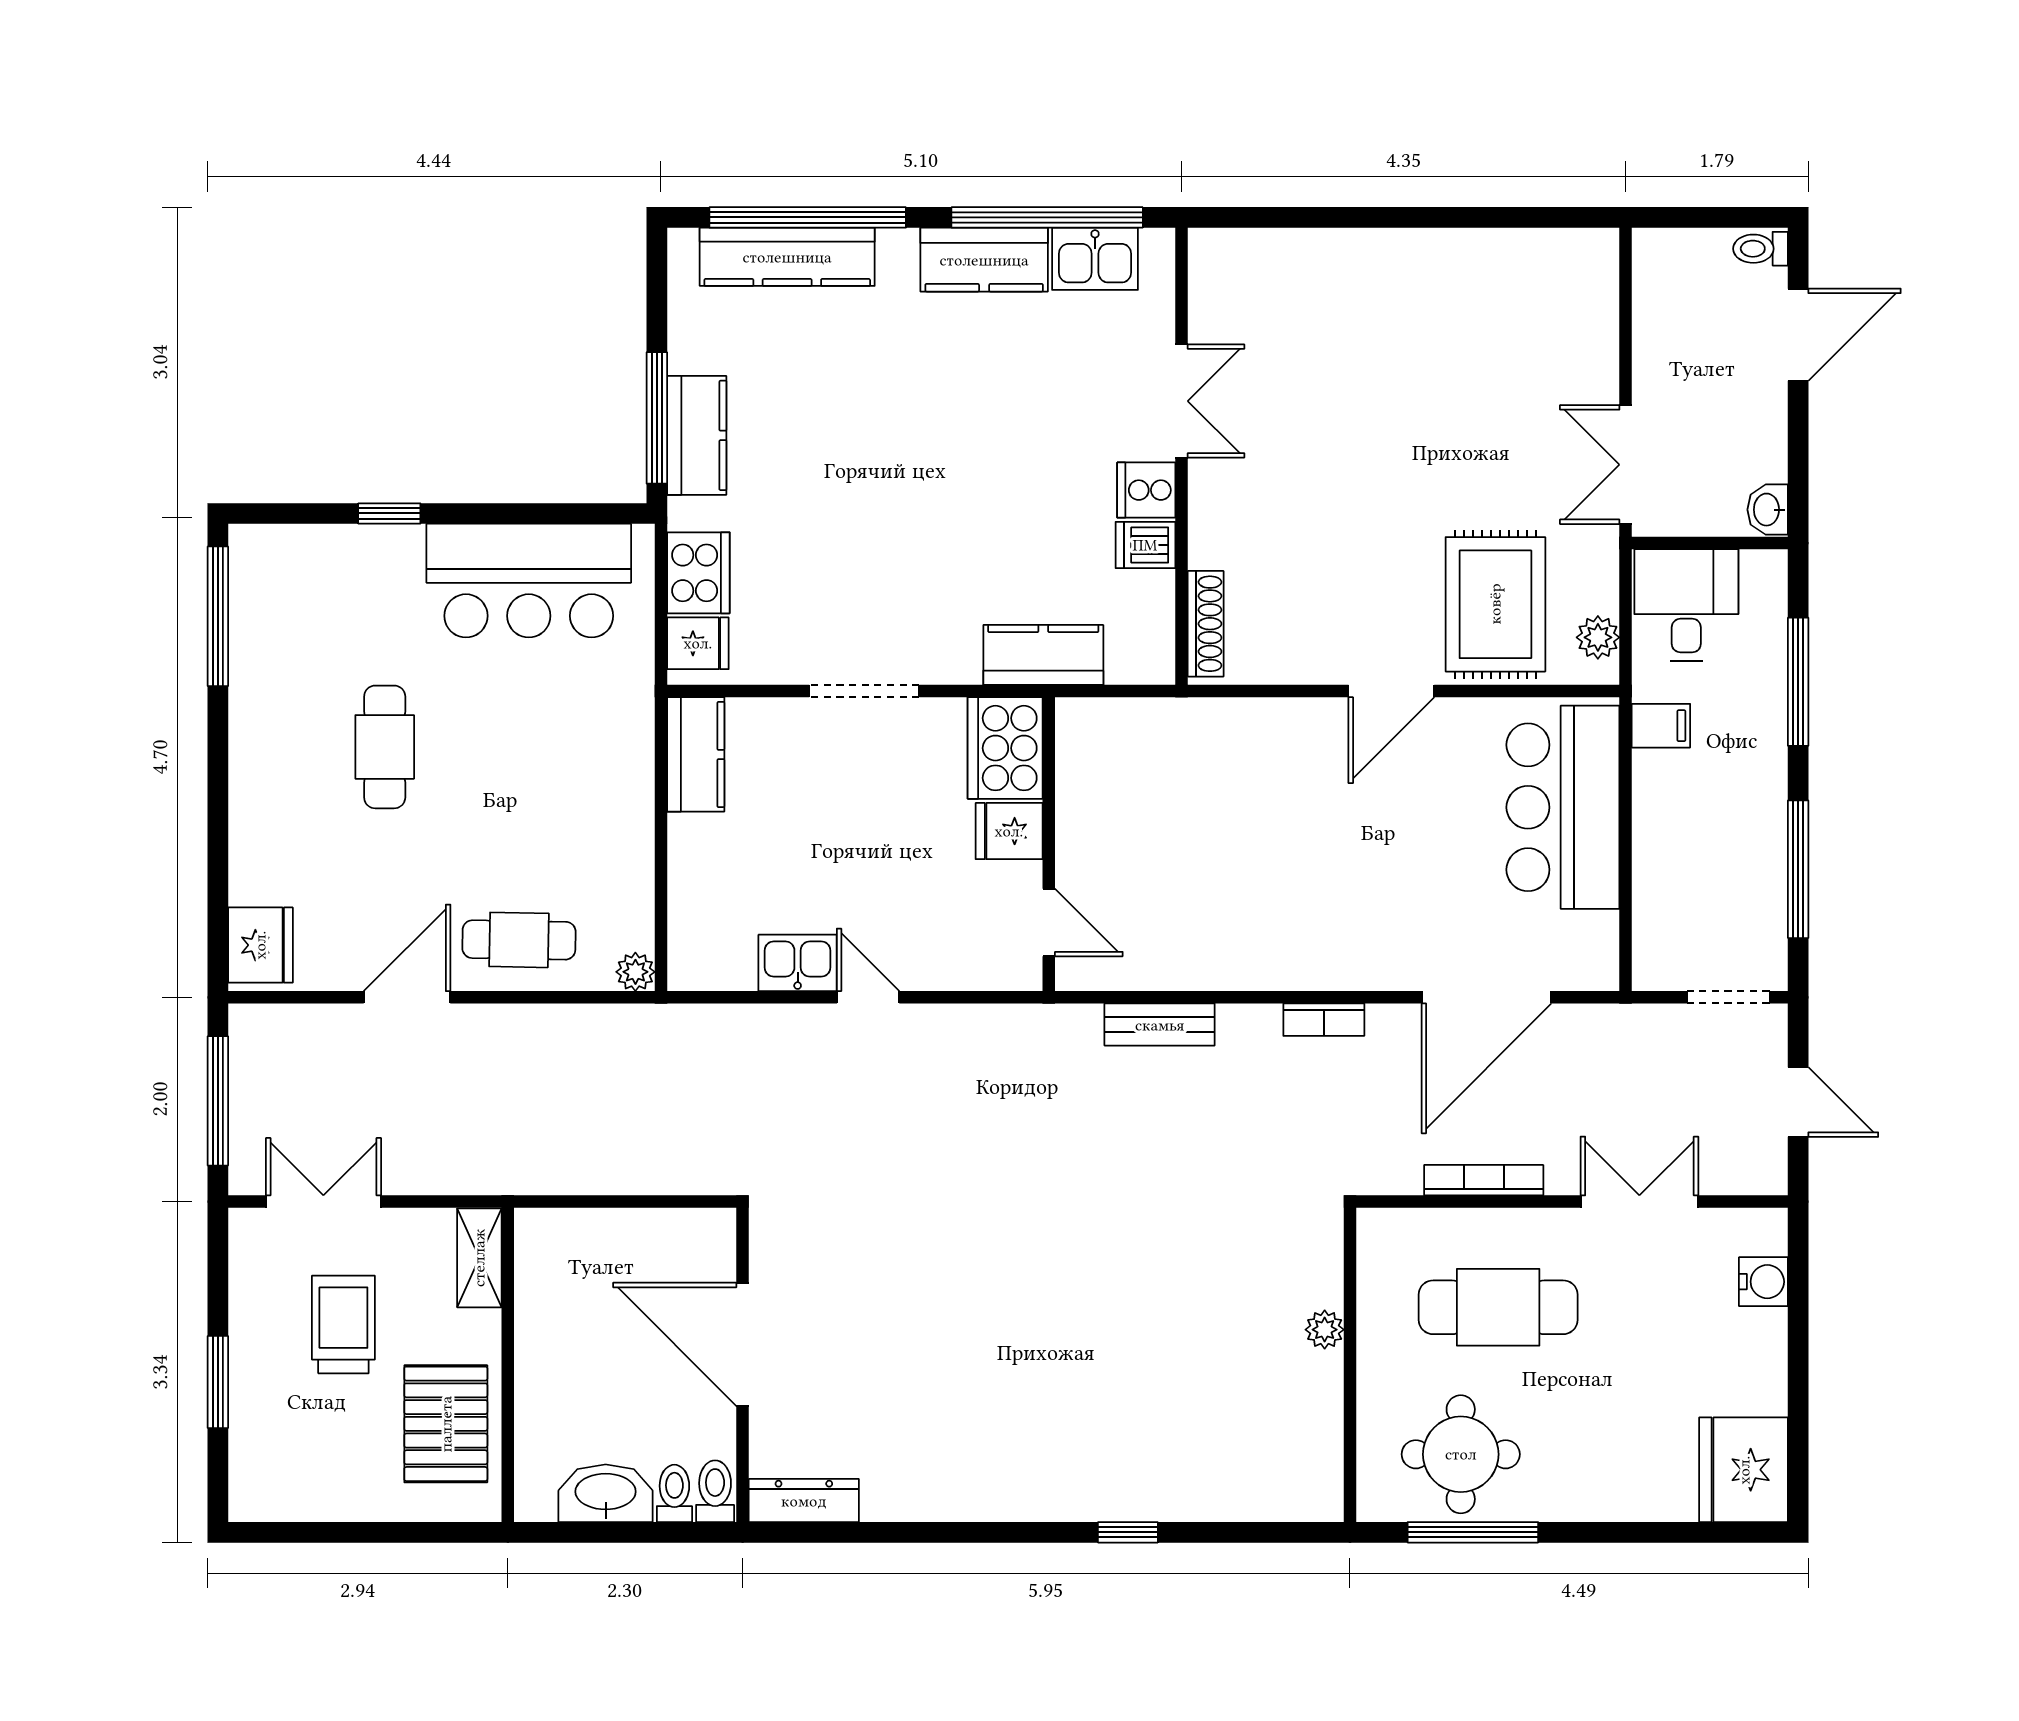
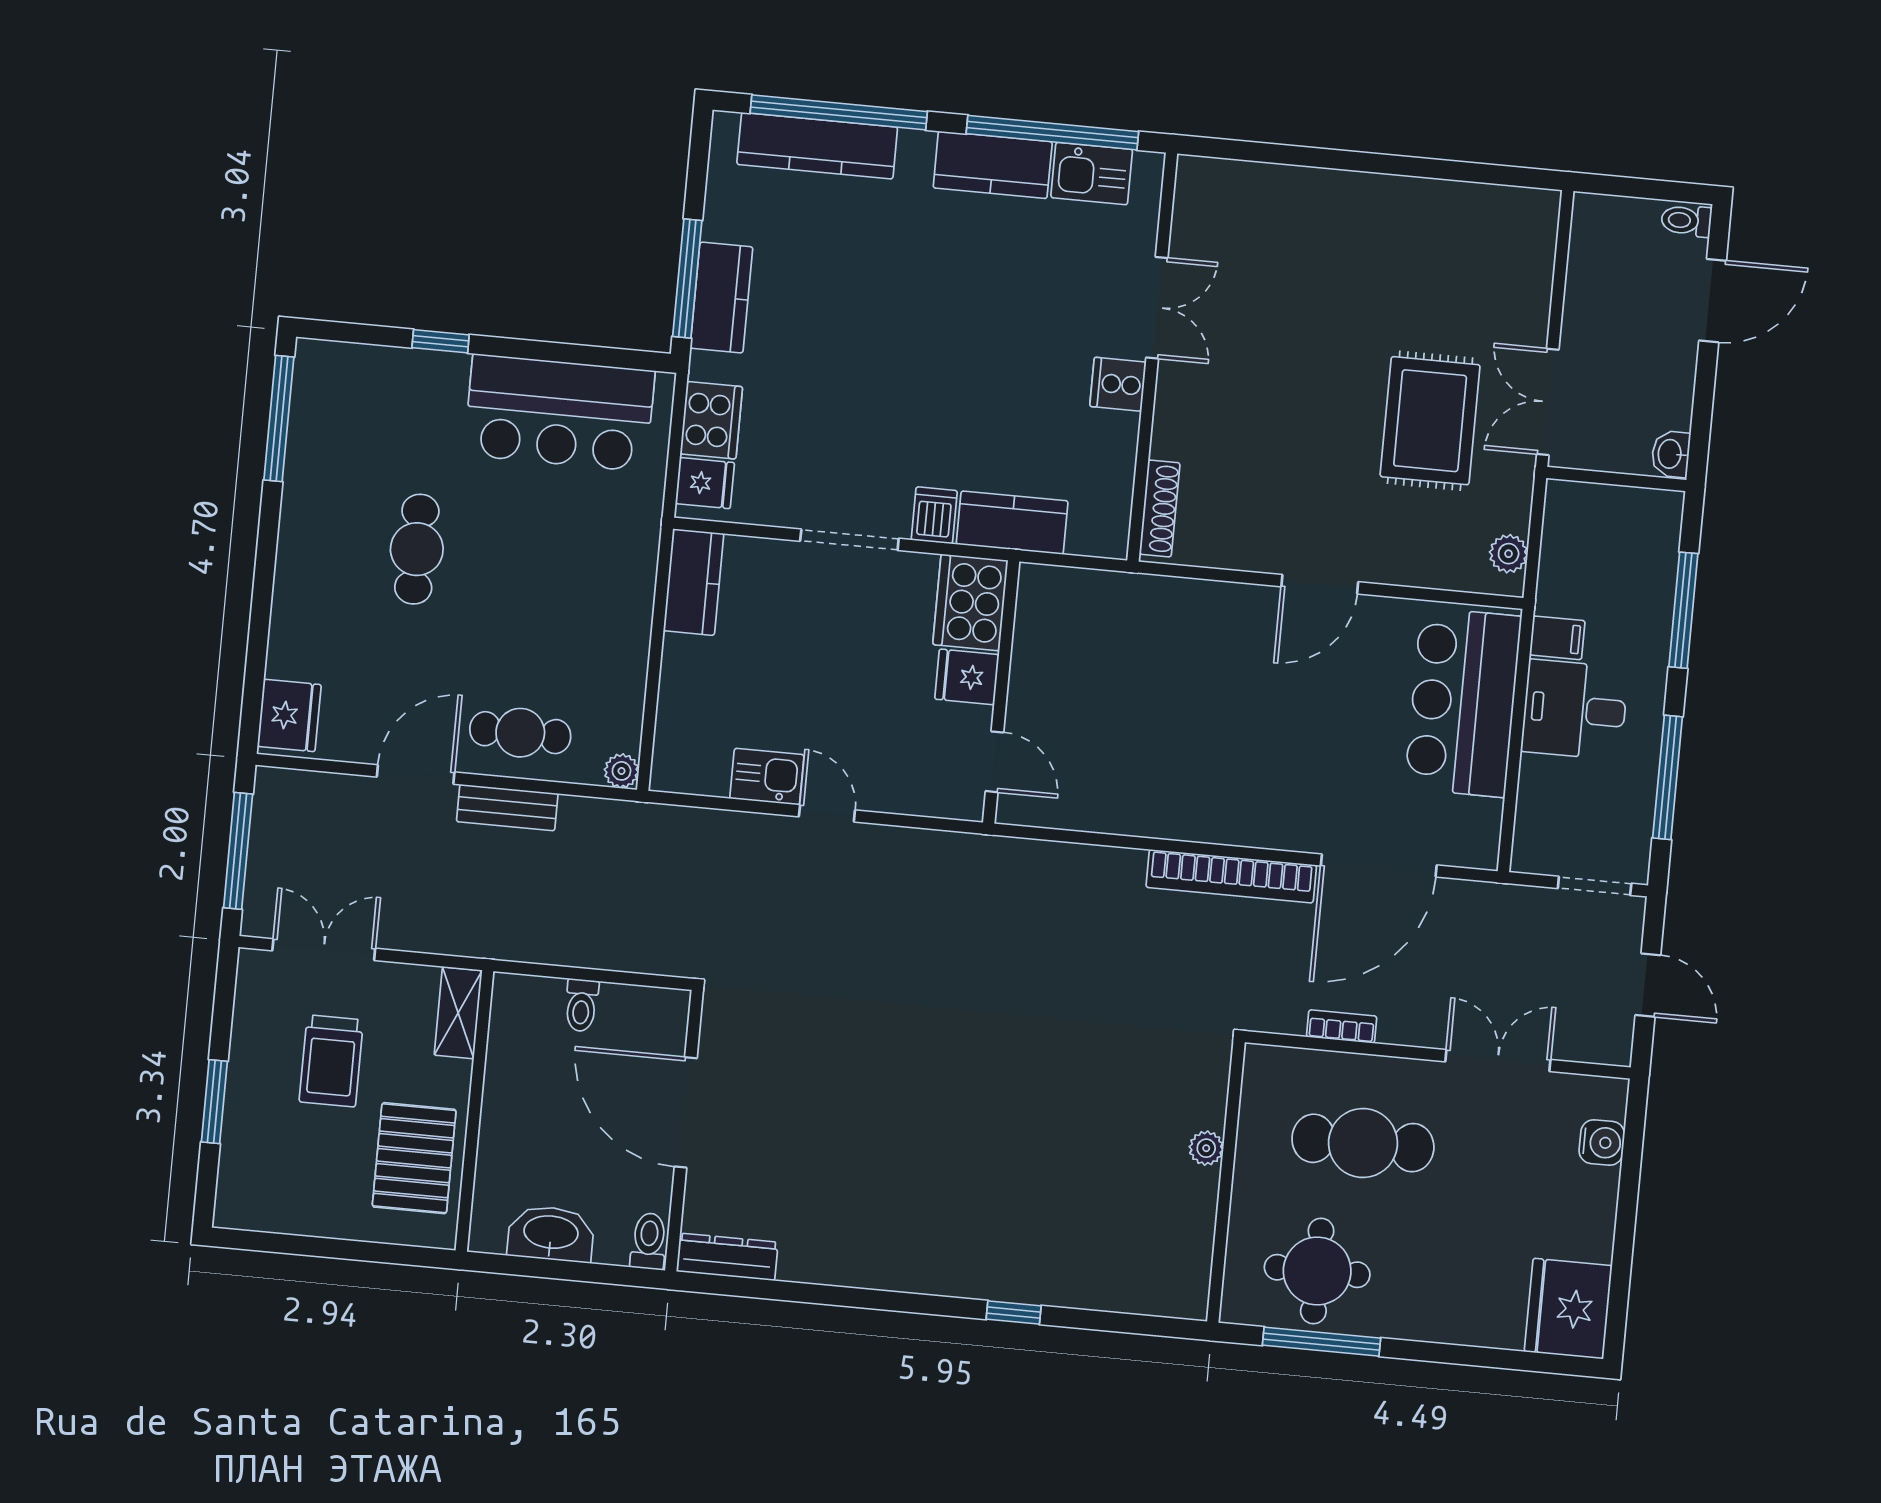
dishwasher: (1145, 545) -> (934, 515), moved, turned 90
rug: (1495, 604) -> (1430, 421), moved
desk: (1686, 605) -> (1575, 710), moved, turned -90
bookcase: (1324, 1020) -> (1231, 876), width x2.31, depth x1.31
bench: (1160, 1025) -> (507, 808), moved
bookcase: (1484, 1180) -> (1342, 1027), width x0.64
trolley: (343, 1324) -> (331, 1061), turned 180
toilet: (674, 1493) -> (581, 1005), moved, turned 180

